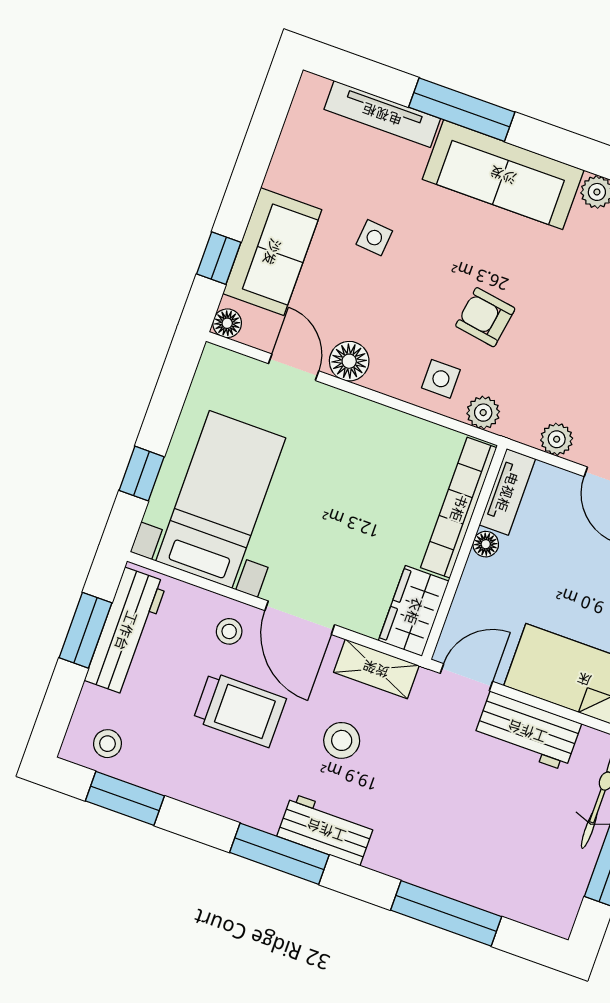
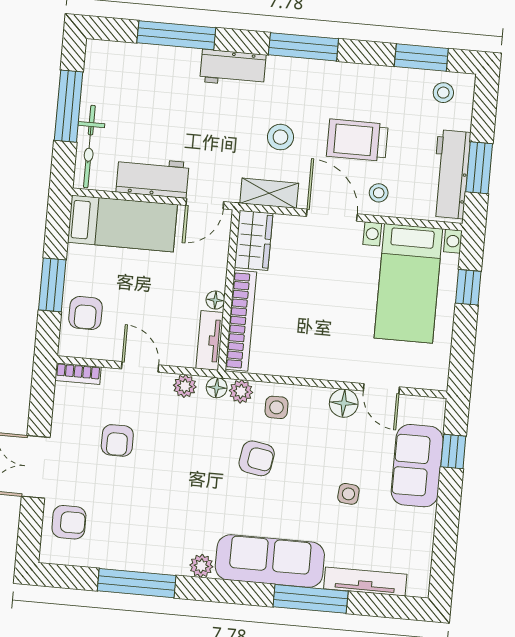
floor lamp: (227, 323) -> (217, 388), moved
workbench: (326, 830) -> (233, 68), moved

